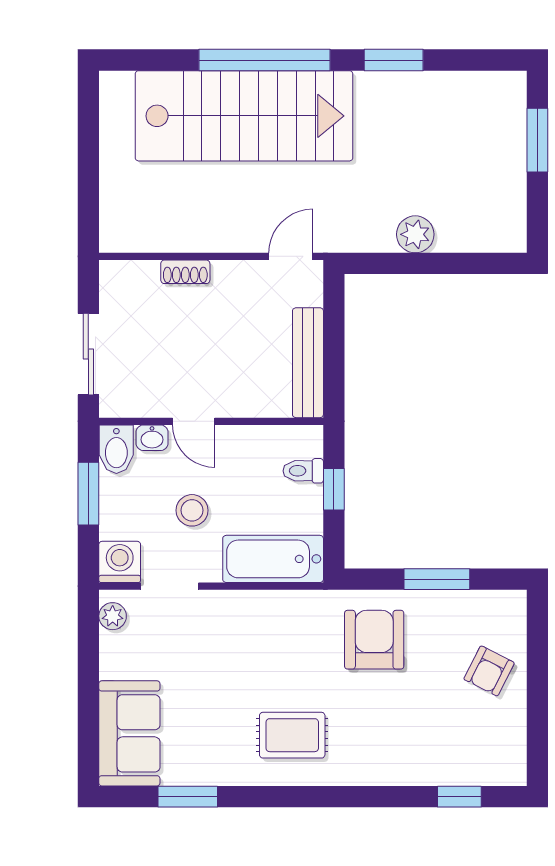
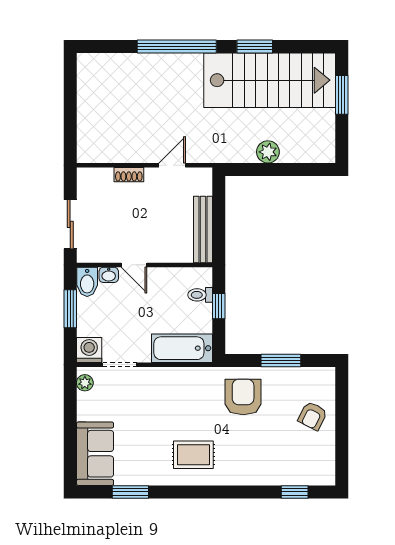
stairs: (244, 116) -> (270, 80), moved
door: (291, 256) -> (172, 165), moved
stool: (192, 510) -> (133, 319), removed

